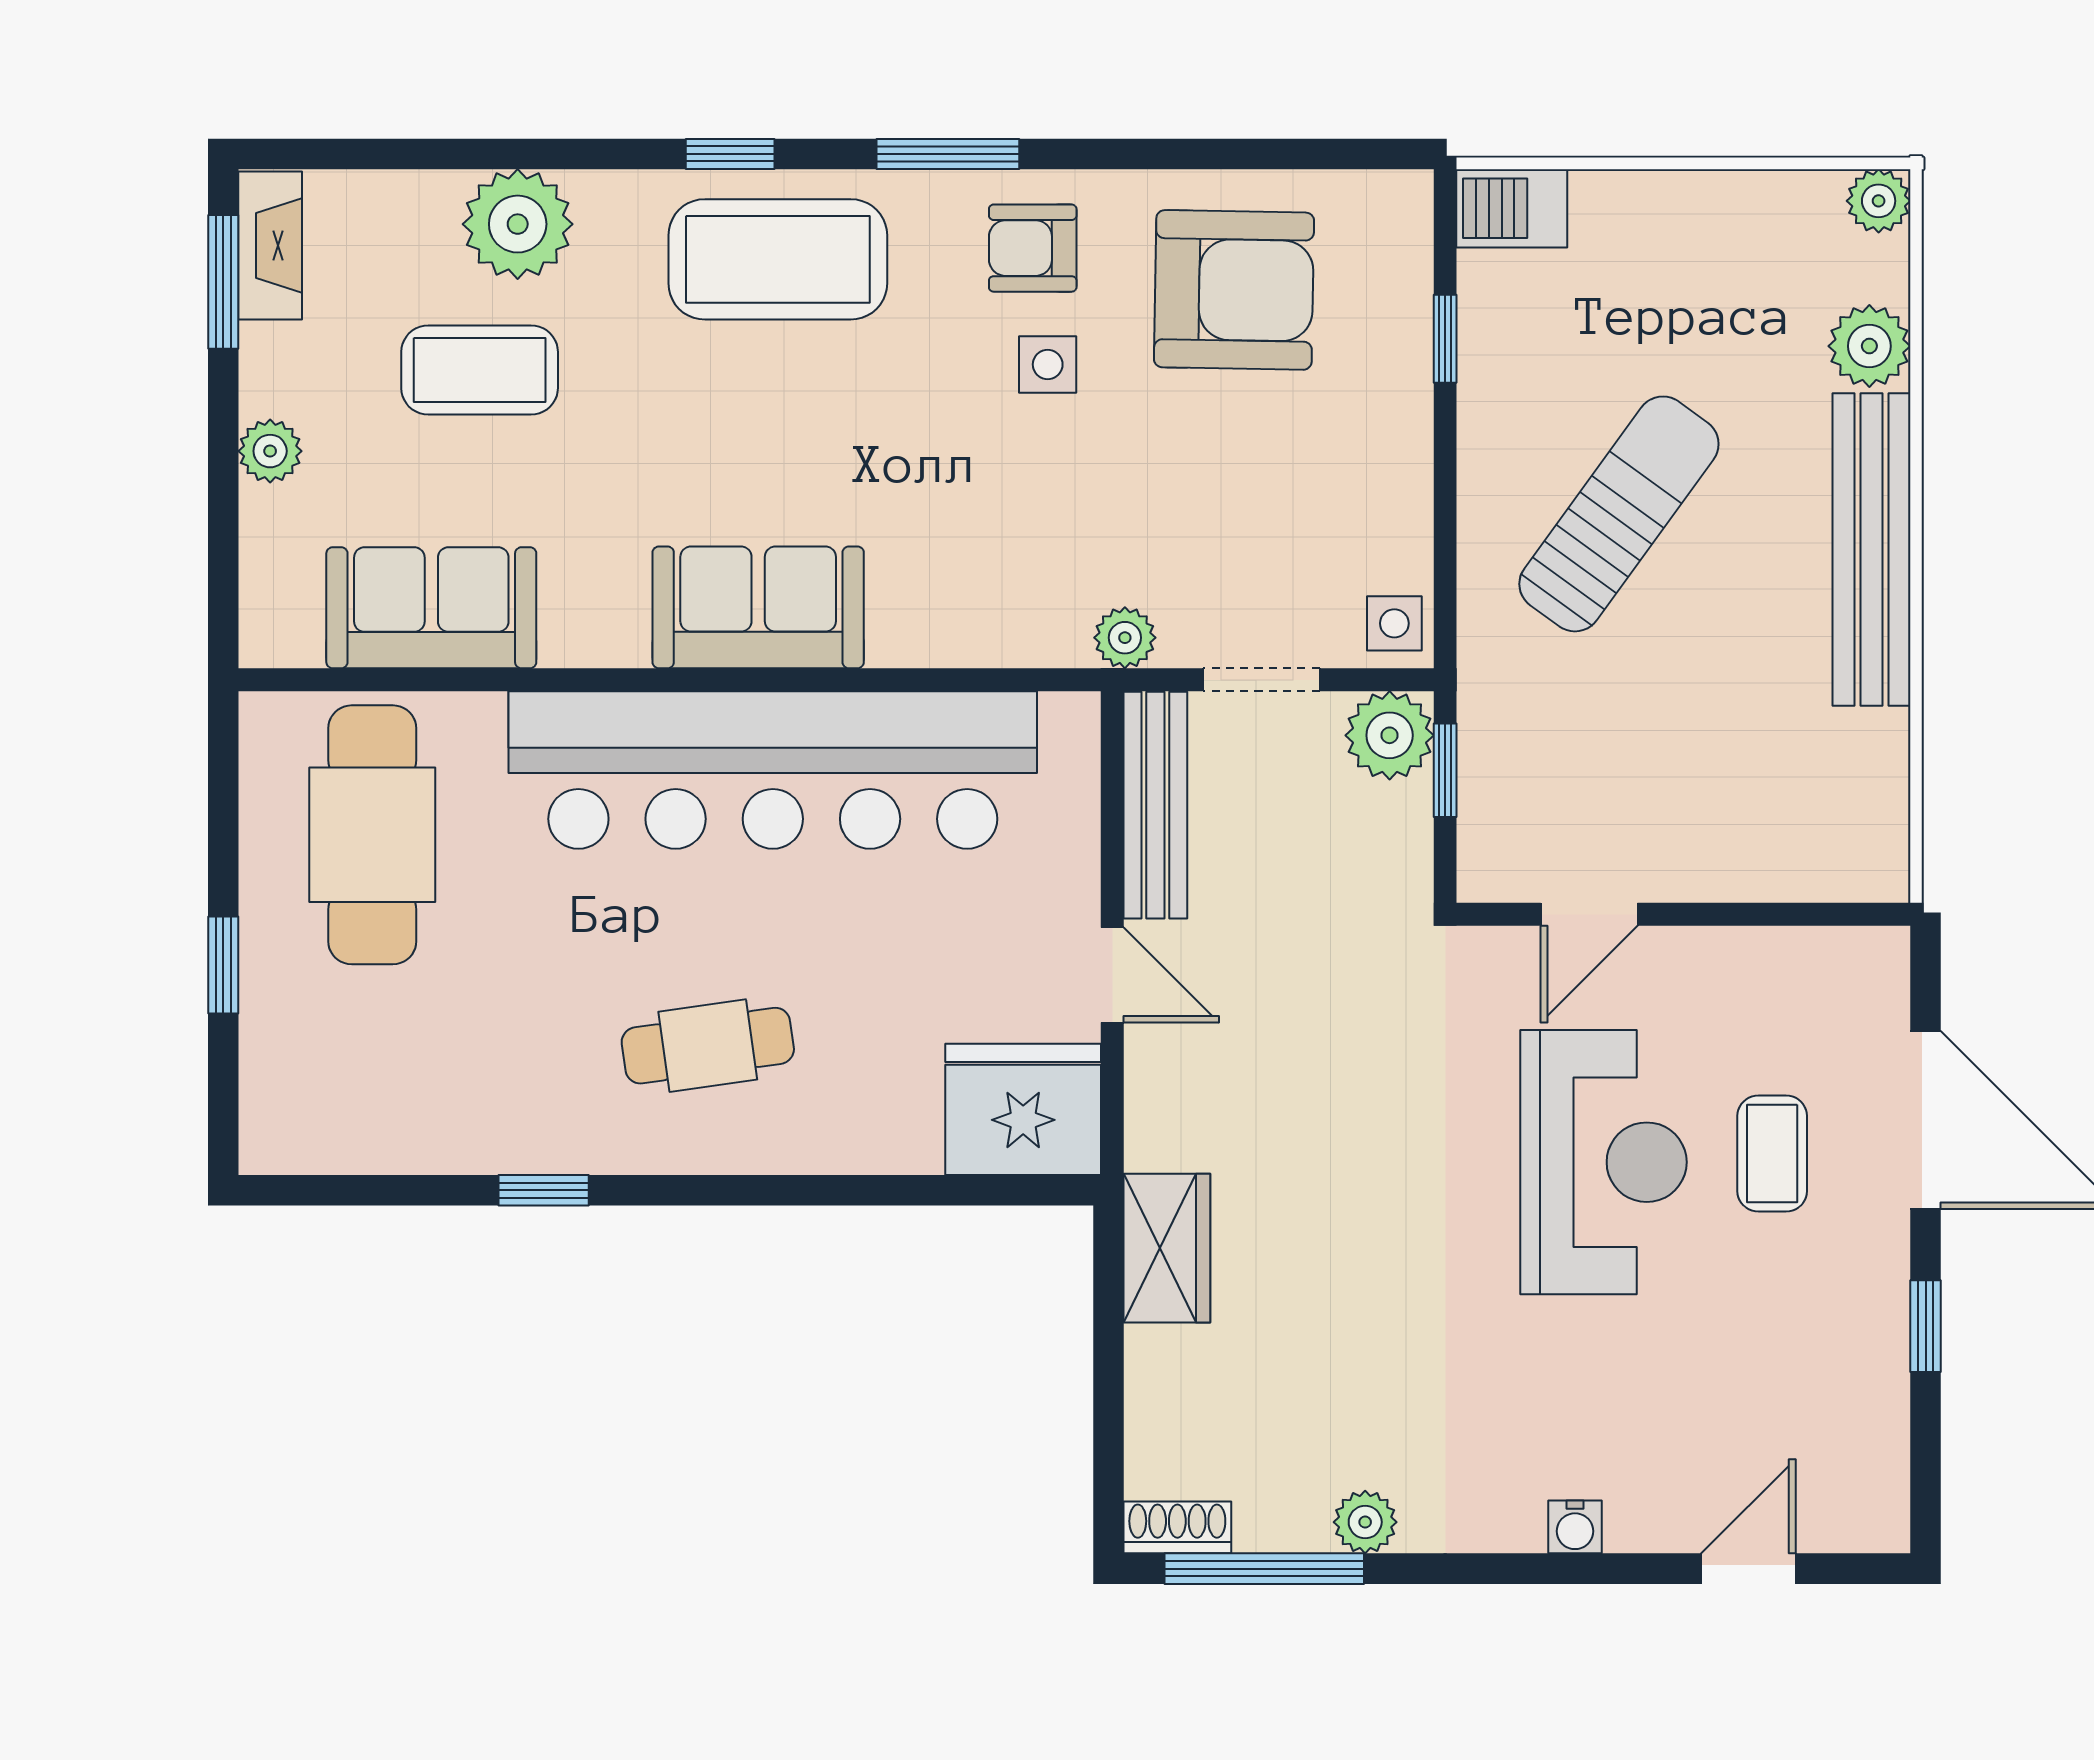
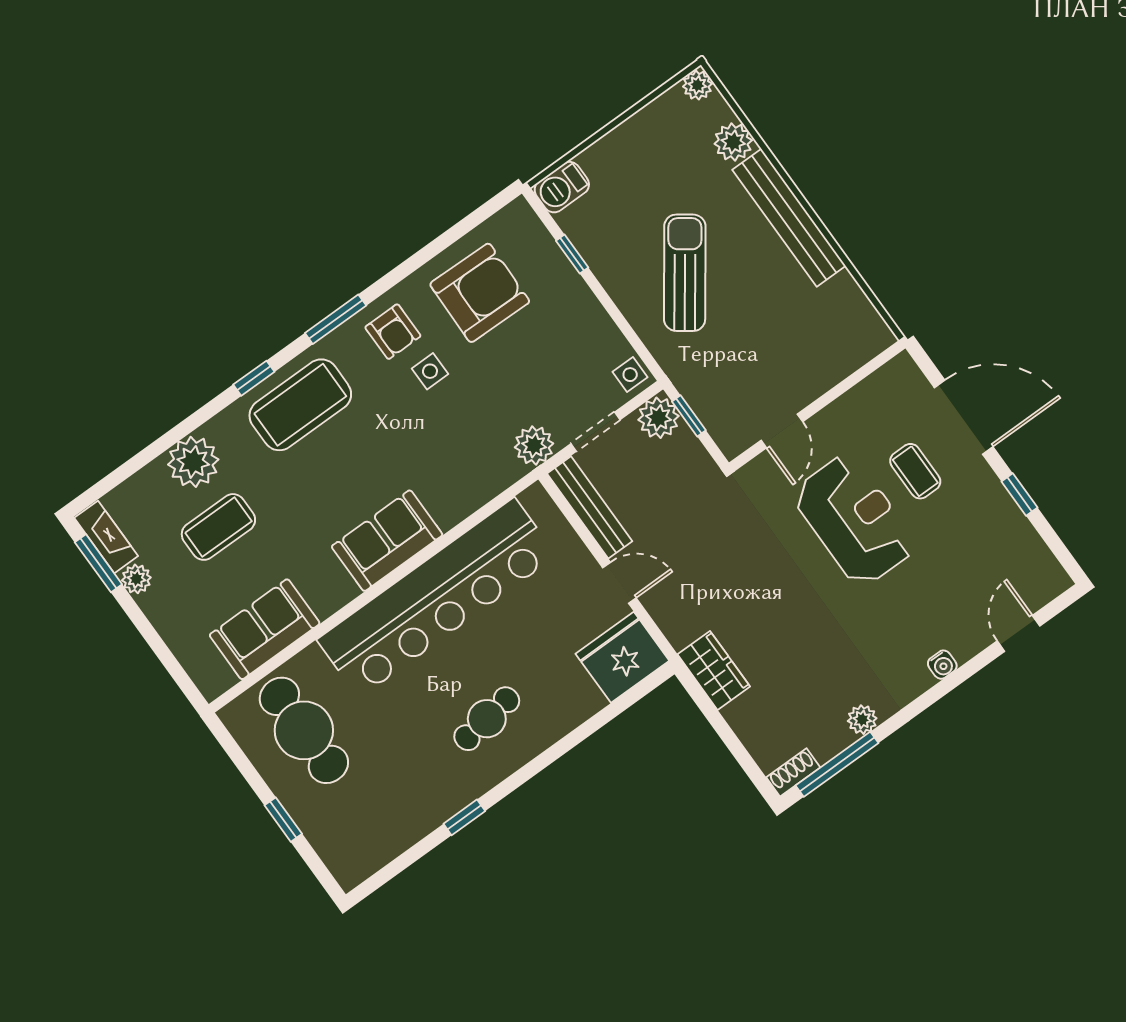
armchair: (1033, 248) -> (393, 332), turned -90
plant: (270, 451) -> (136, 579), moved
plant: (1125, 638) -> (534, 445), width x1.38, depth x1.38

